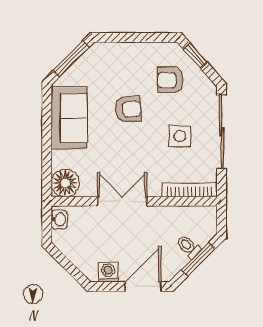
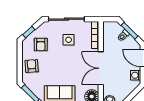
armchair: (128, 109) -> (32, 66), moved
double door: (122, 201) -> (101, 68), width x1.37

